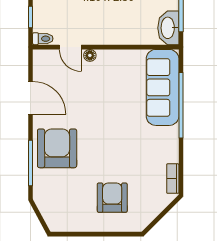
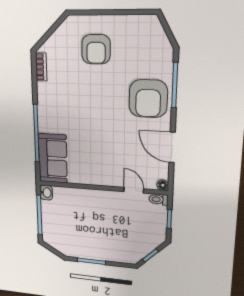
washbasin: (168, 28) -> (46, 193), width x0.52, depth x0.69
floor lamp: (90, 55) -> (163, 185), moved
sofa: (163, 87) -> (53, 158), width x0.73

